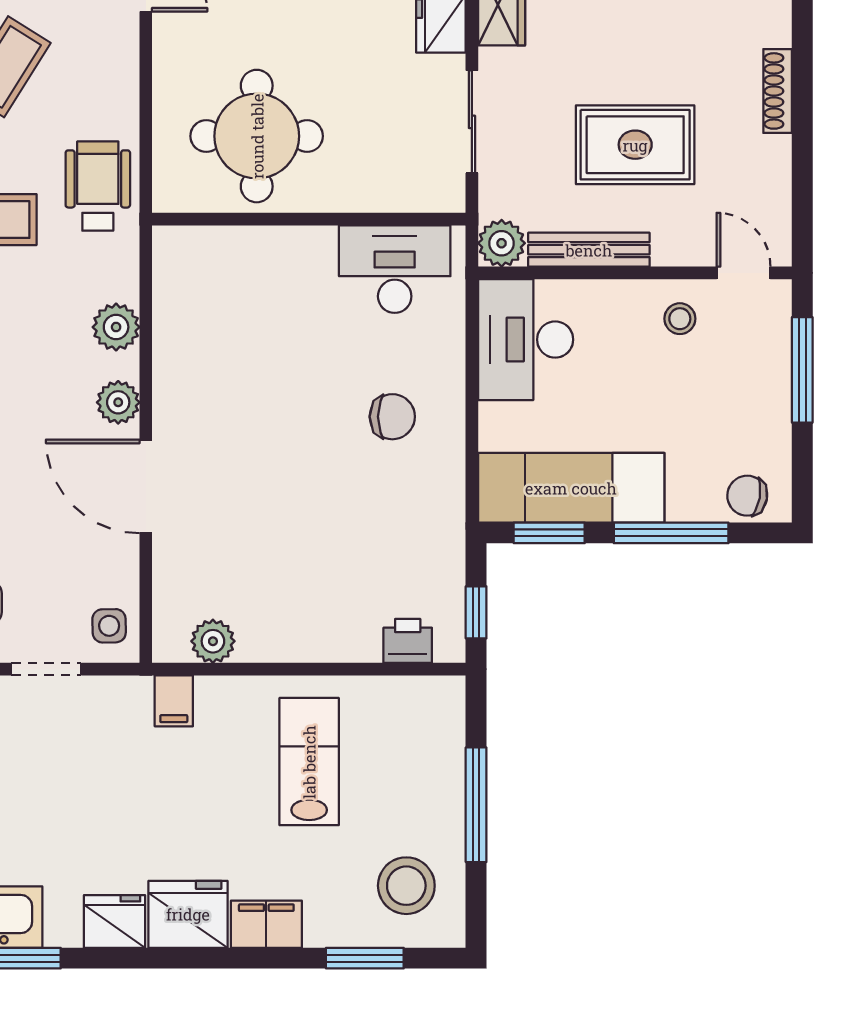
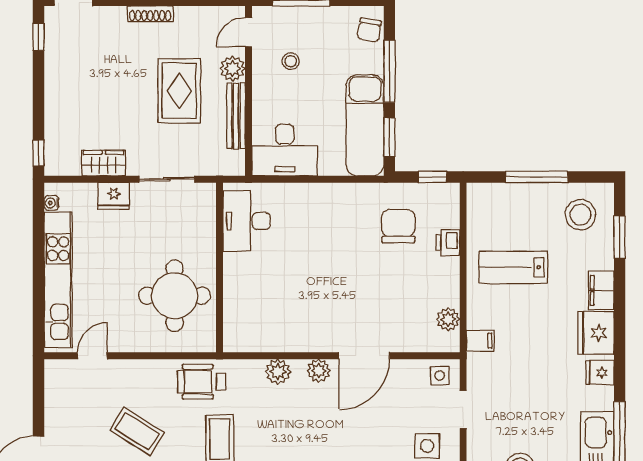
plant: (502, 243) -> (233, 69), moved
stool: (680, 319) -> (291, 61), moved
chair: (392, 417) -> (398, 226), moved, width x1.37, depth x1.37
printer: (408, 641) -> (448, 243), moved
fridge: (114, 921) -> (600, 373), width x0.72

